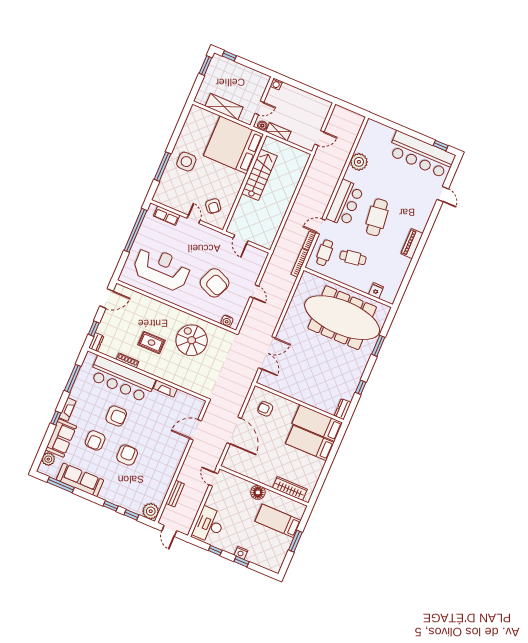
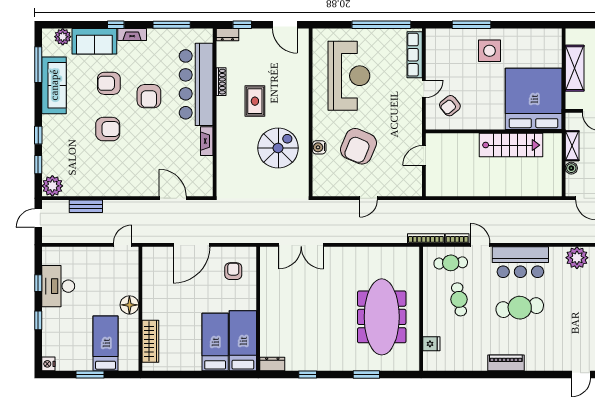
boiler: (262, 126) -> (571, 168), moved
row of seats: (167, 216) -> (415, 55), width x1.48
meeting table: (342, 318) -> (382, 317), width x0.73, depth x0.79
water cooler: (227, 321) -> (319, 147), moved
desk: (209, 525) -> (58, 286), moved, turned -90
nightstand: (241, 553) -> (48, 364), moved

